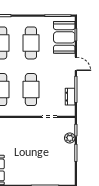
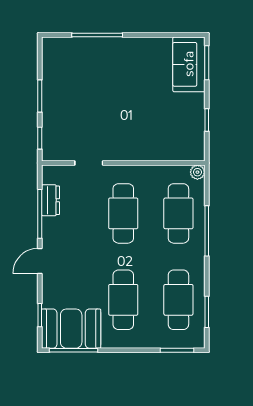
booth: (64, 37) -> (71, 329), moved, turned 90
door: (76, 64) -> (40, 261), hinge flipped
plant: (70, 138) -> (51, 124), removed

